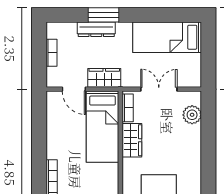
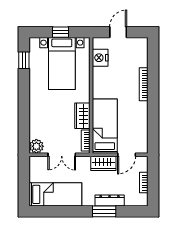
door: (74, 89) -> (127, 155), swing flipped
plant: (192, 115) -> (36, 146), moved

